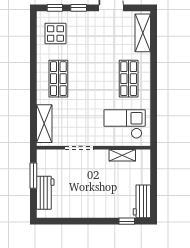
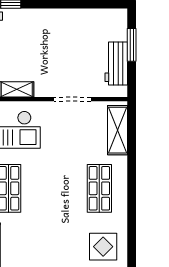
window: (33, 176) -> (132, 45), moved
workbench: (45, 193) -> (116, 63), moved

